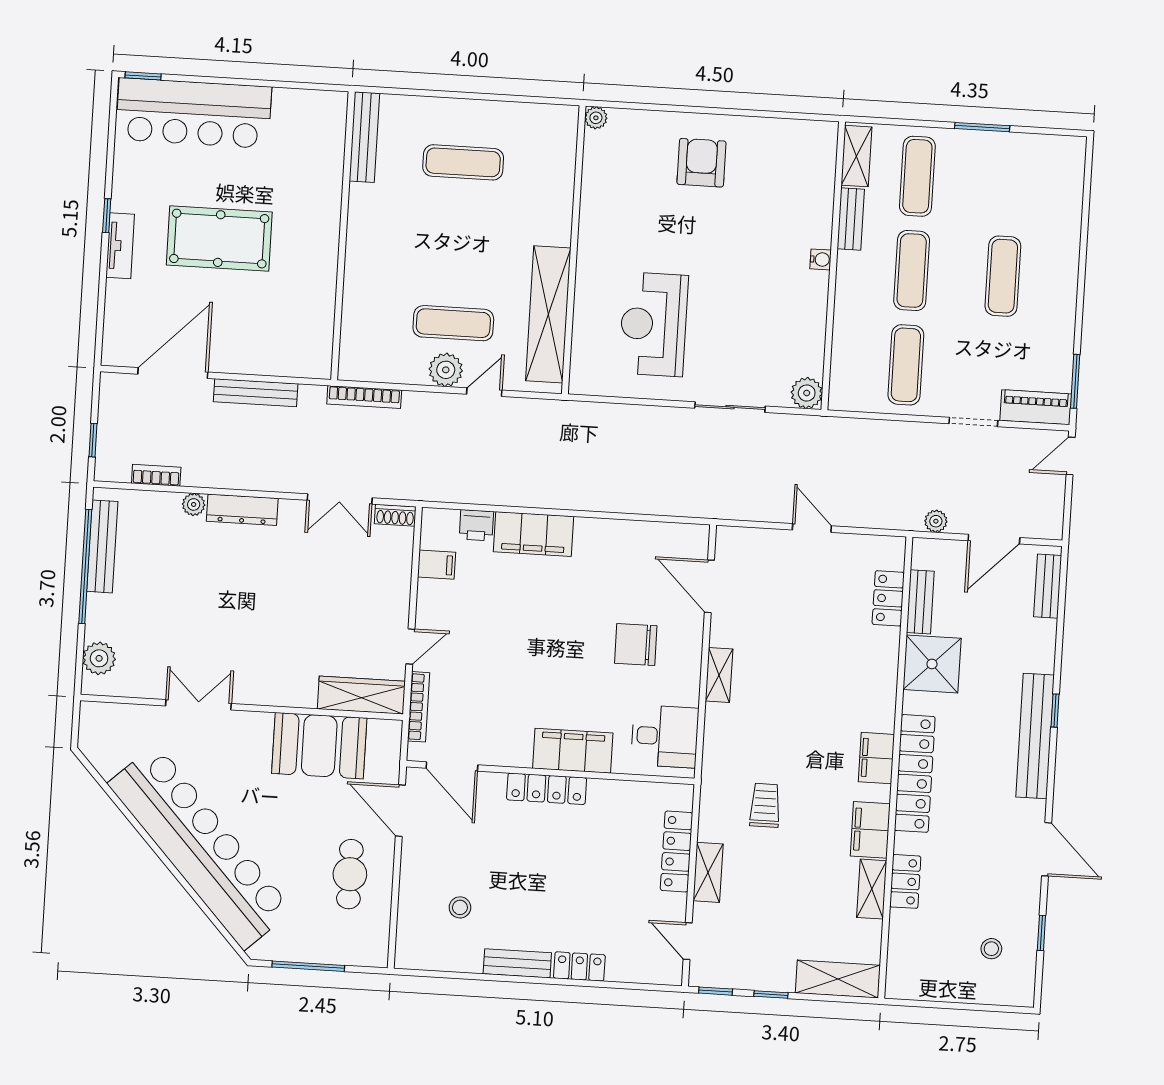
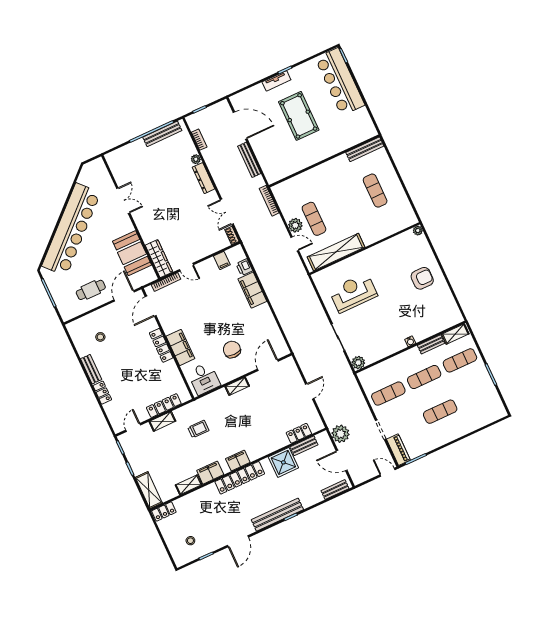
plant: (936, 521) -> (340, 434), width x1.88, depth x1.88
plant: (99, 658) -> (120, 155), removed
locker: (905, 881) -> (164, 511), moved

